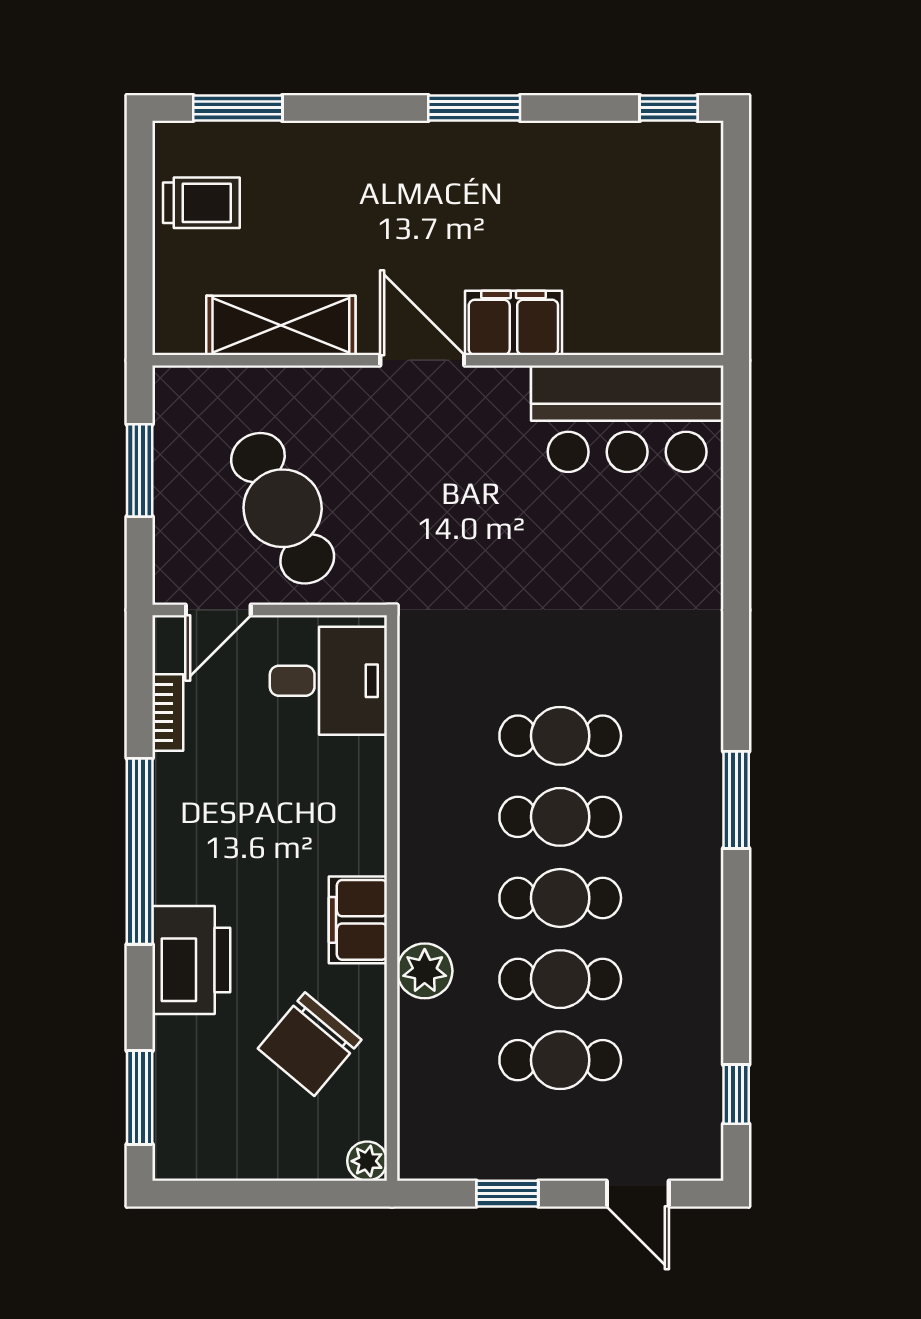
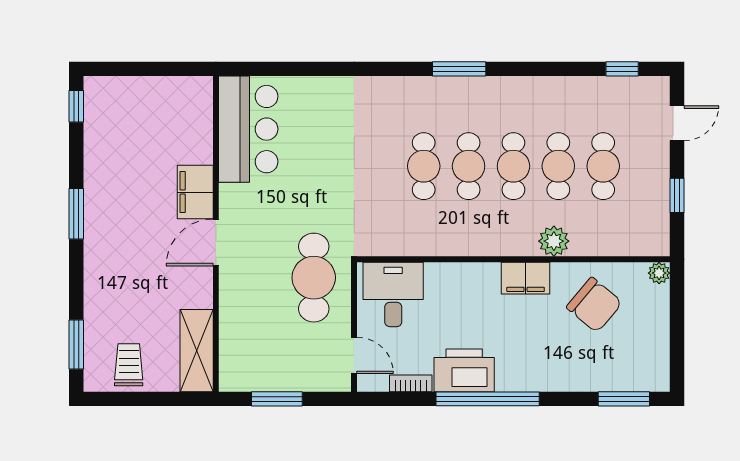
shelving: (281, 325) -> (197, 351), moved
cafe table: (283, 508) -> (314, 278), moved, turned -64
printer: (191, 960) -> (464, 370), moved

